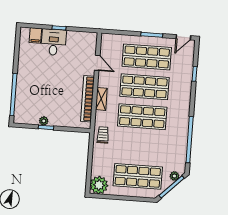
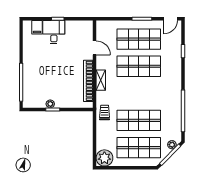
shop shelf: (142, 117) -> (139, 120), moved

